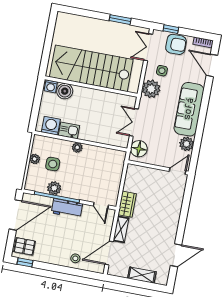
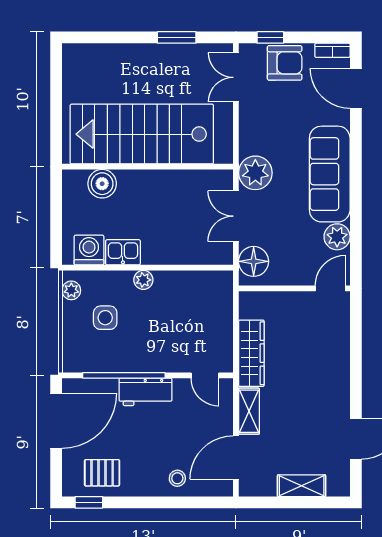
side table: (162, 71) -> (269, 114), removed
washing machine: (51, 86) -> (76, 180), removed
plant: (151, 89) -> (255, 173), moved
plant: (35, 159) -> (71, 290), moved
plant: (54, 188) -> (116, 360), removed
wardrobe: (127, 204) -> (251, 353), width x1.50
pallet: (24, 246) -> (102, 473), moved

